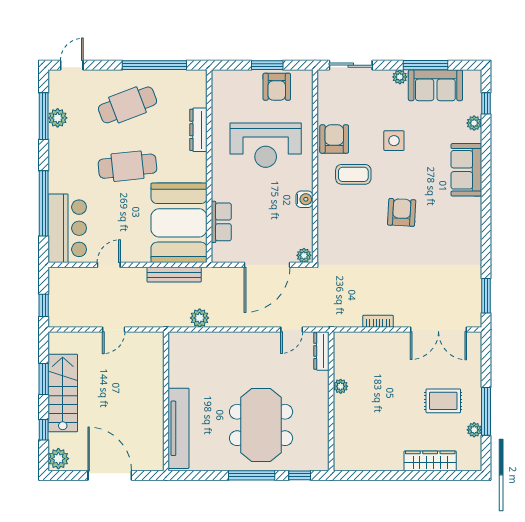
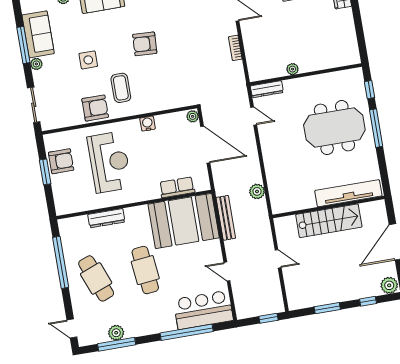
armchair: (334, 139) -> (95, 108), turned 180
stairs: (63, 393) -> (329, 221), moved, turned 180

